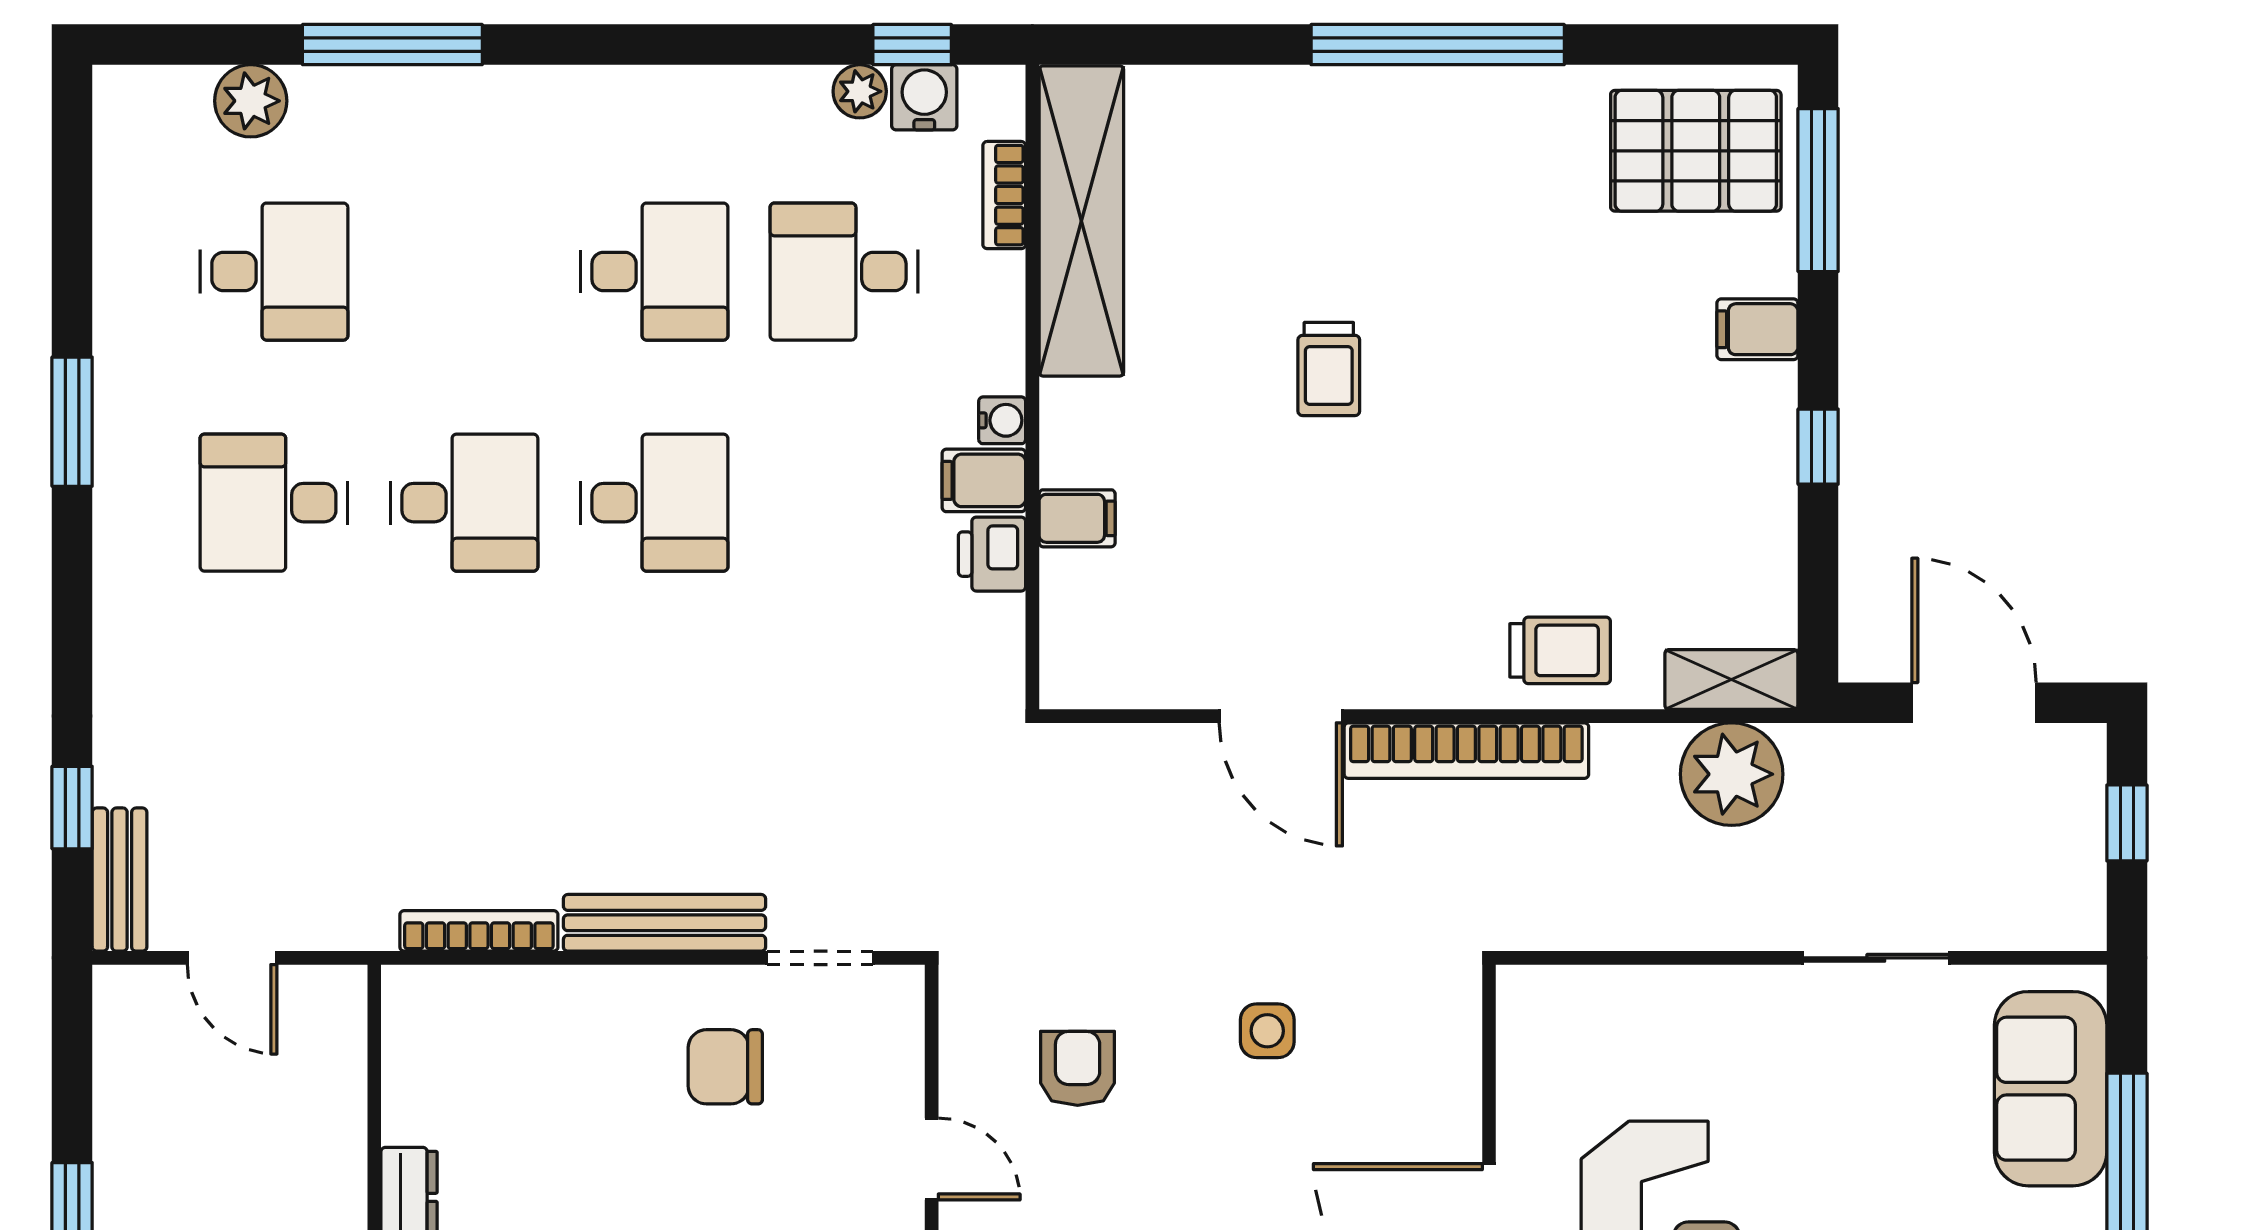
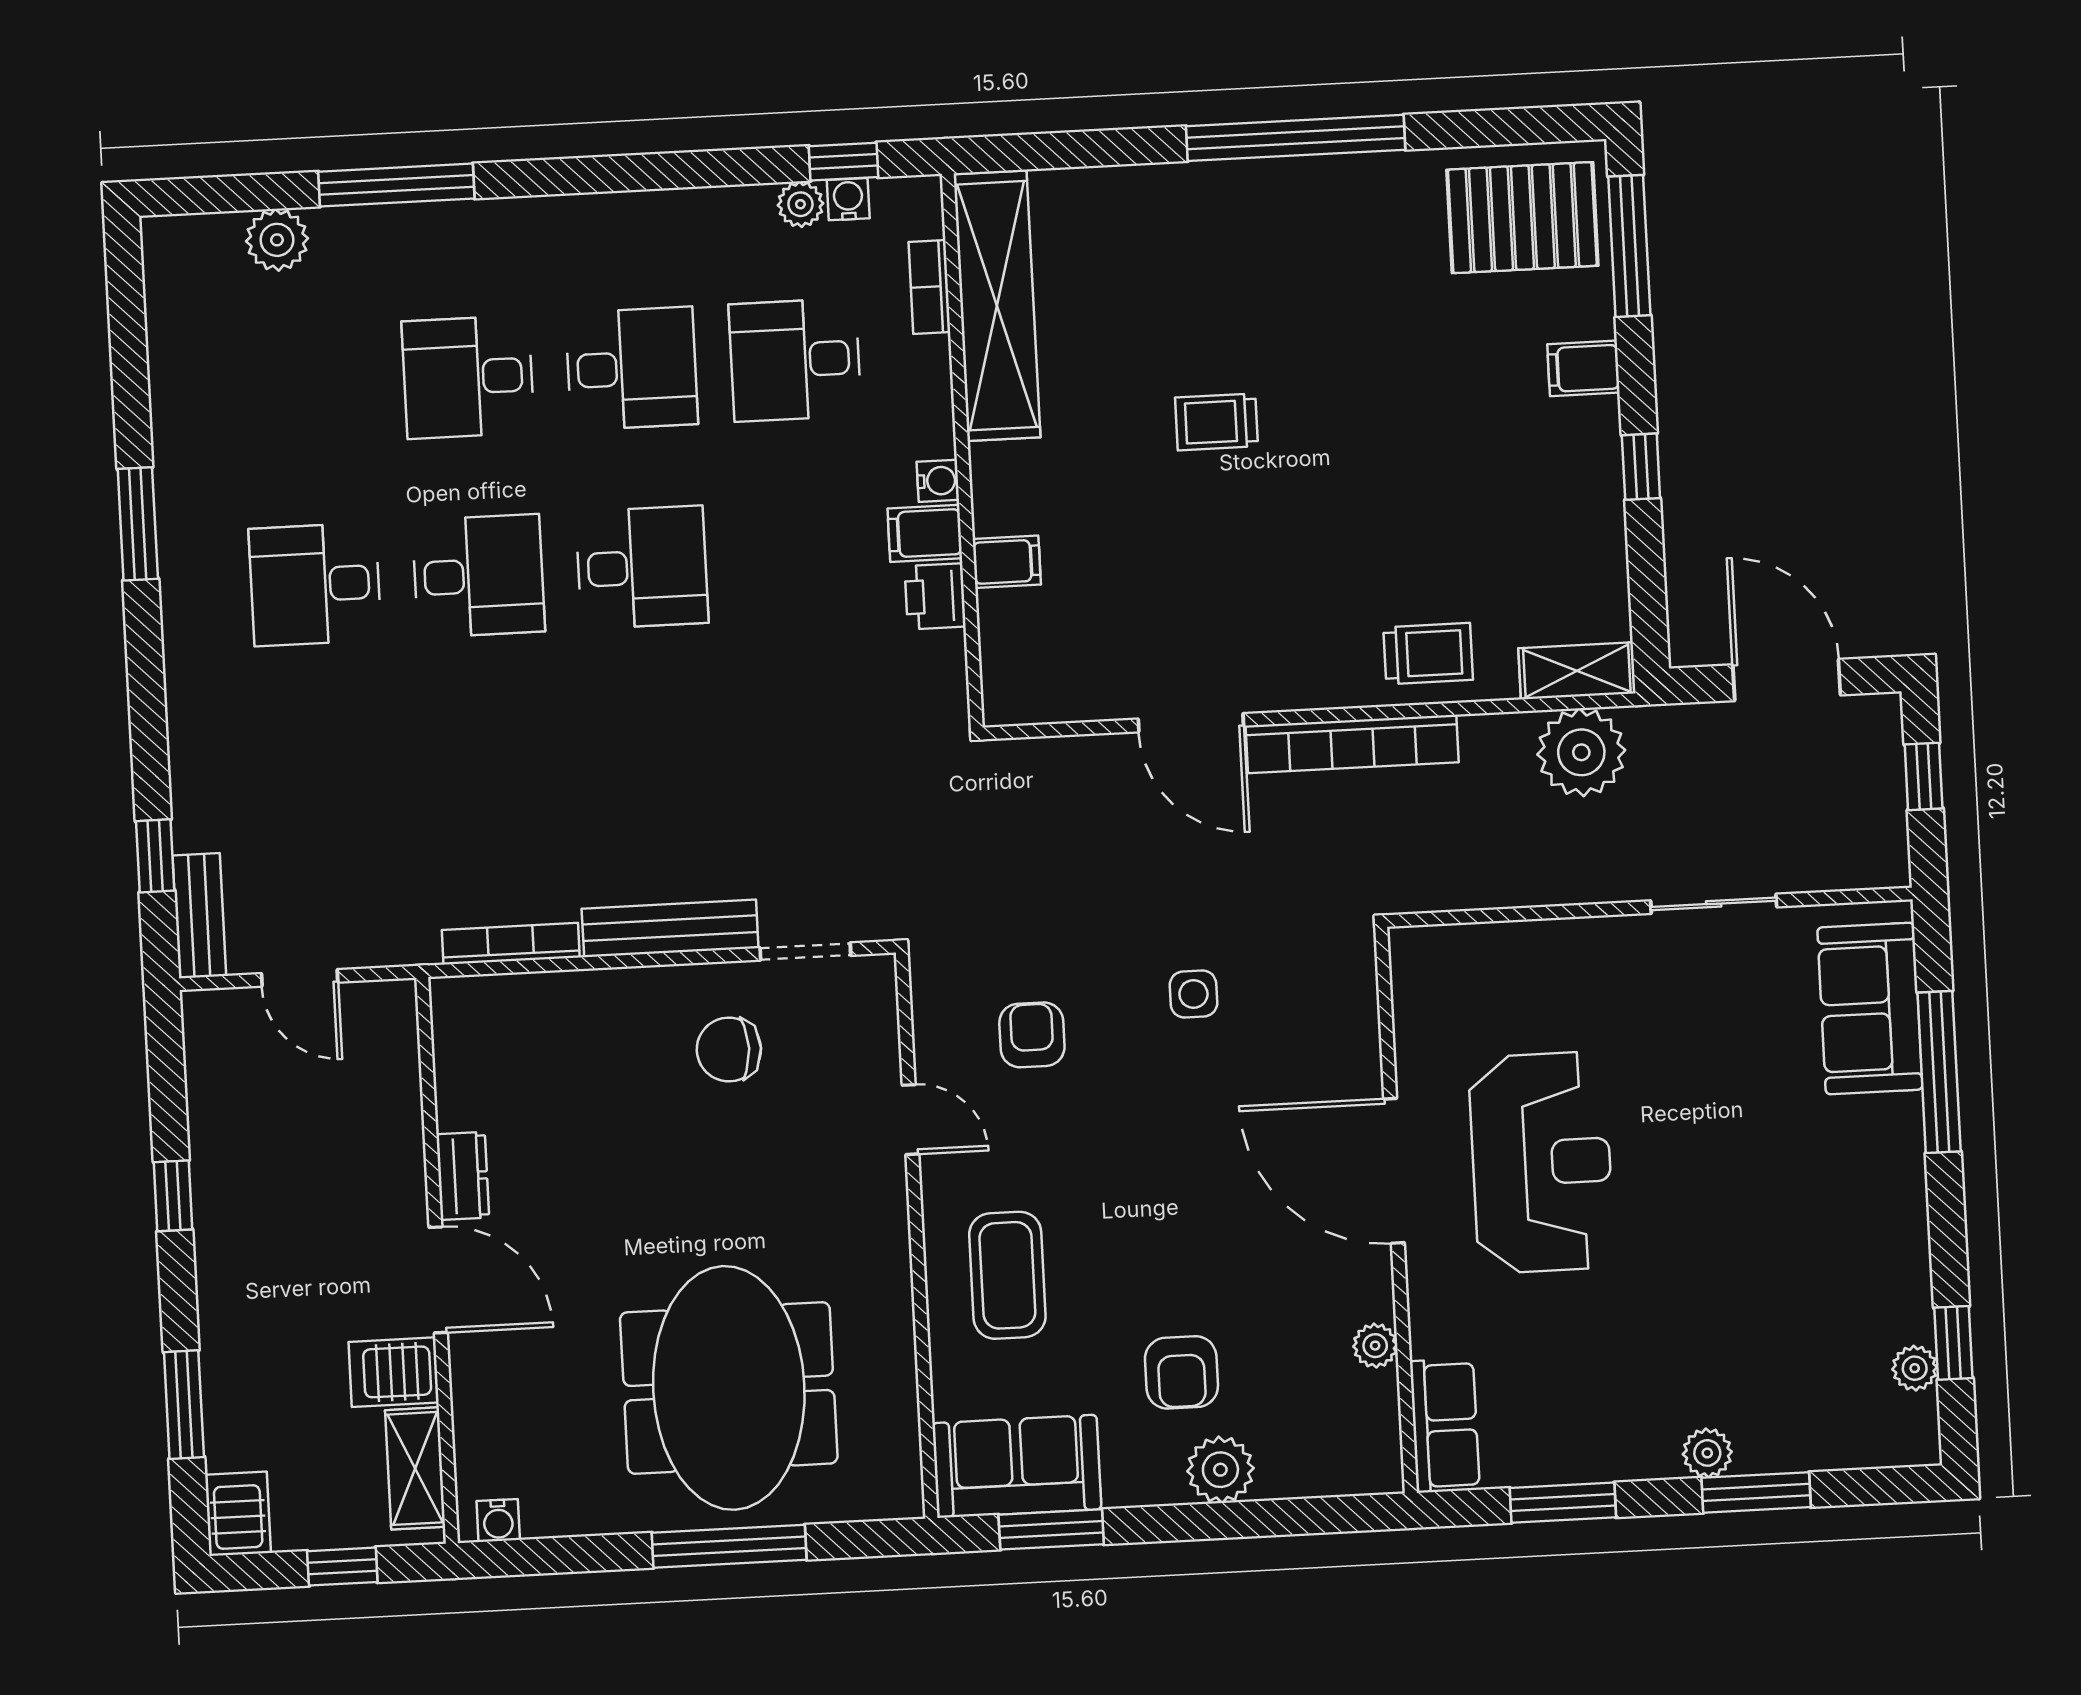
water cooler: (924, 97) -> (848, 199), width x0.72, depth x0.72
desk: (274, 272) -> (468, 377), moved, turned 180
trolley: (1329, 369) -> (1217, 422), turned 90

